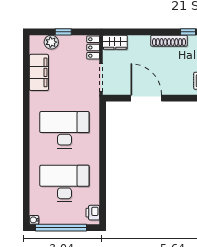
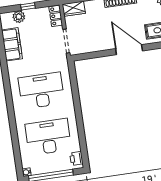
door: (146, 98) -> (129, 50), moved

